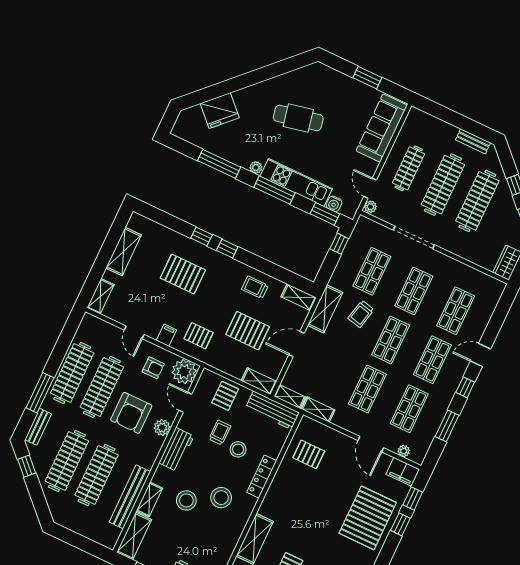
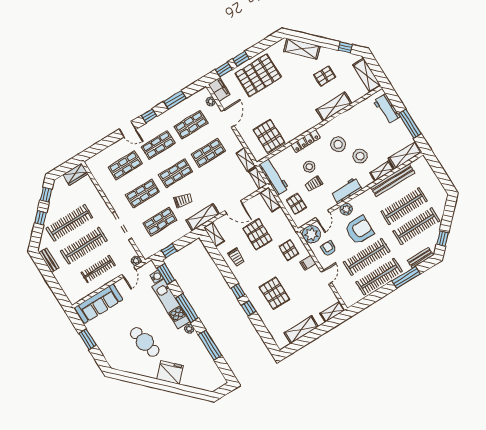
fridge: (220, 111) -> (170, 372), moved
pallet: (225, 396) -> (296, 204), turned 90
pallet: (309, 454) -> (269, 136), width x1.50, depth x1.42

